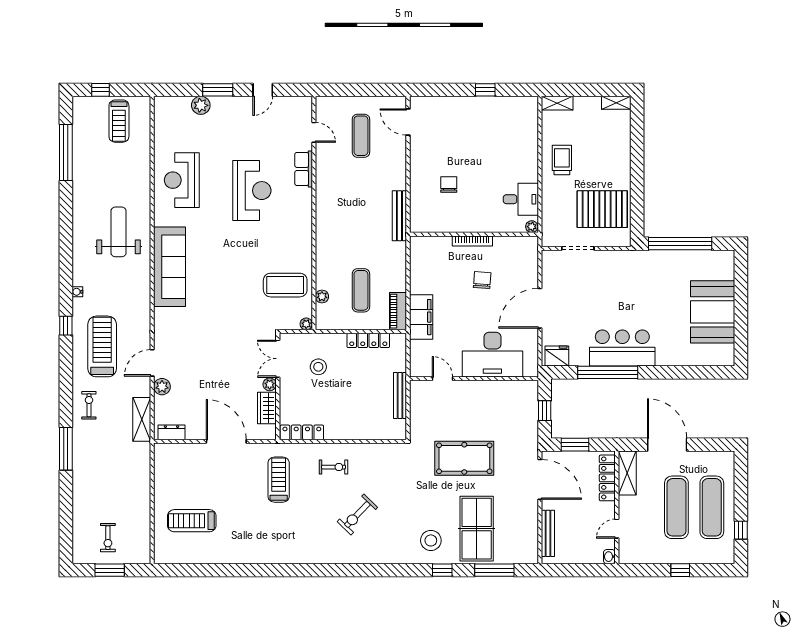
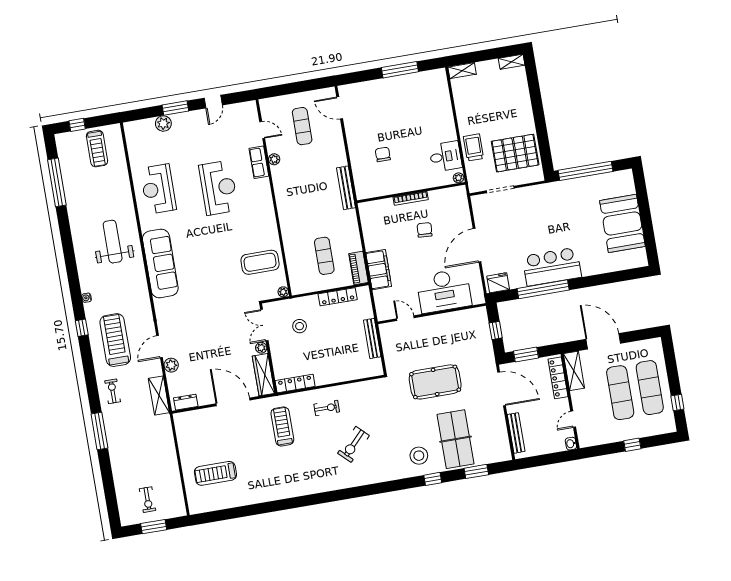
window: (485, 90) -> (400, 70), width x2.17
trolley: (562, 160) -> (473, 147), moved
plant: (322, 296) -> (274, 159), moved
wardrobe: (267, 408) -> (263, 375), width x1.50
window: (494, 570) -> (476, 471), width x0.69

